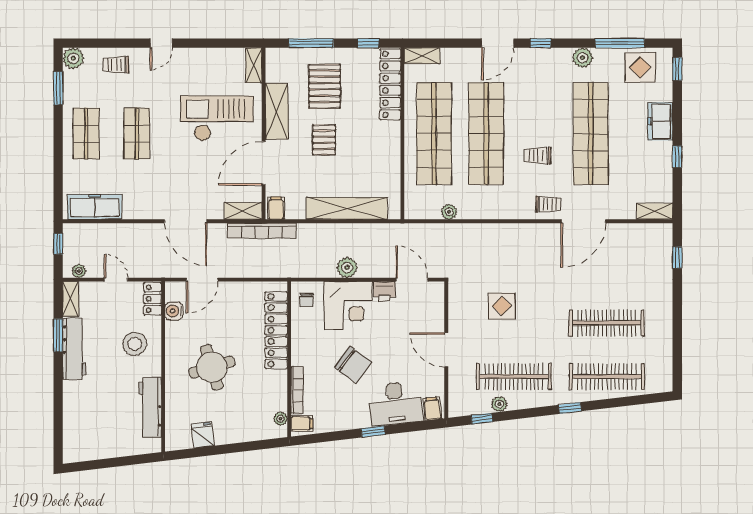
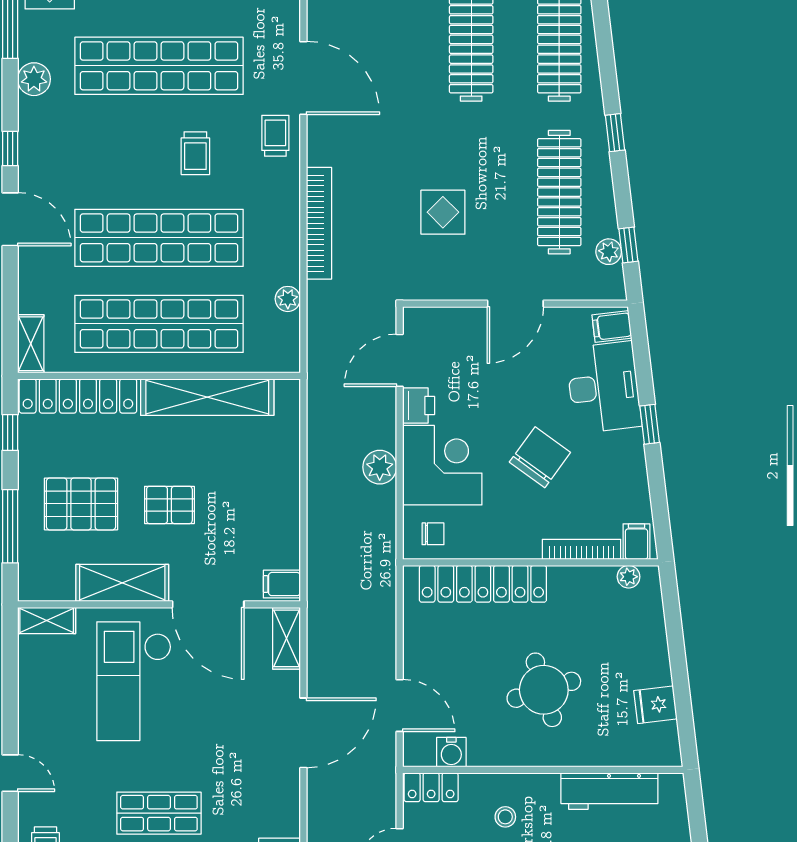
shelving: (347, 208) -> (207, 397), moved, turned 90
bookcase: (262, 231) -> (319, 223), moved
stool: (135, 344) -> (505, 817), width x0.53, depth x0.53
plant: (499, 404) -> (609, 252), moved
window: (570, 408) -> (615, 133), moved

